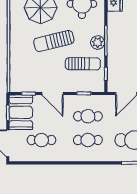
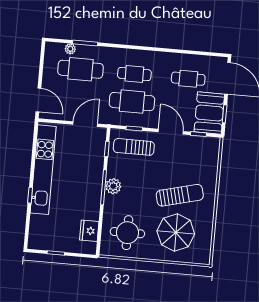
sun lounger: (54, 41) -> (180, 195), moved
sun lounger: (83, 64) -> (134, 147), moved
cafe table: (88, 116) -> (132, 102), width x1.37, depth x1.35

